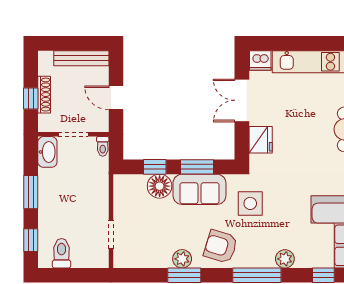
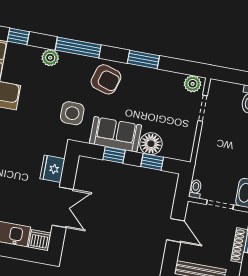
window: (197, 167) -> (114, 155), width x0.67
plant: (182, 259) -> (193, 84), moved

